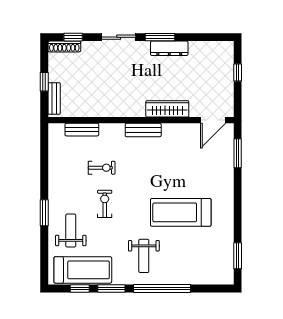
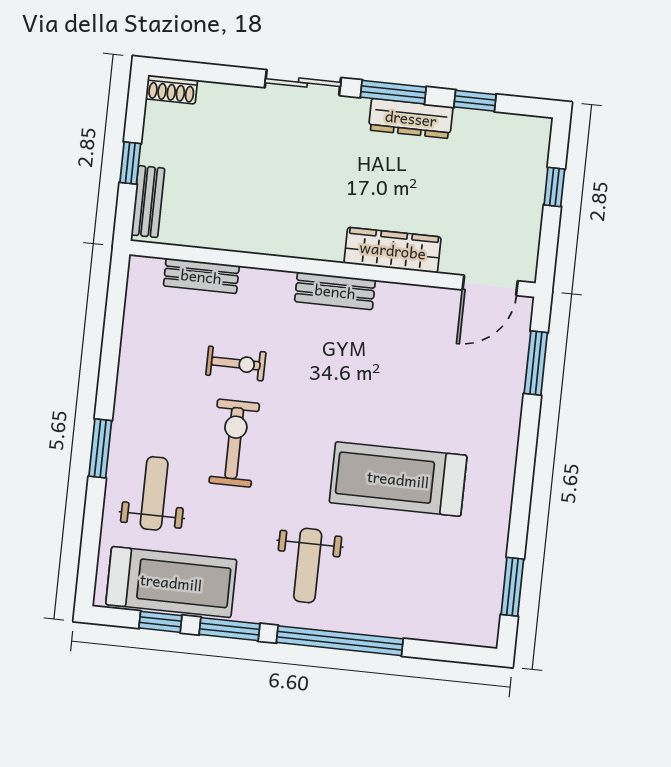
window: (73, 37) -> (475, 101), moved
shoe rack: (64, 46) -> (172, 89), width x0.70
exercise bike: (105, 204) -> (234, 443), width x1.38, depth x1.39

